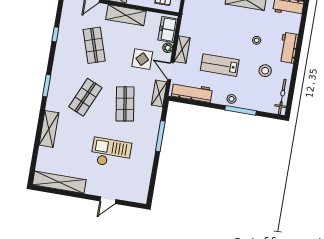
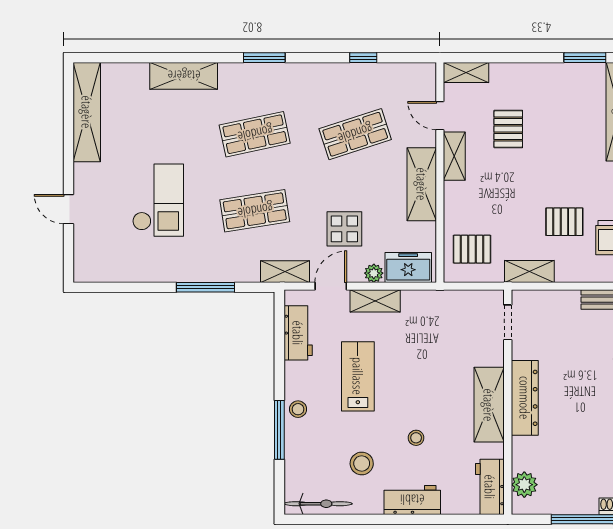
workbench: (192, 92) -> (298, 333), width x0.73
shop shelf: (85, 97) -> (255, 134), turned -36

